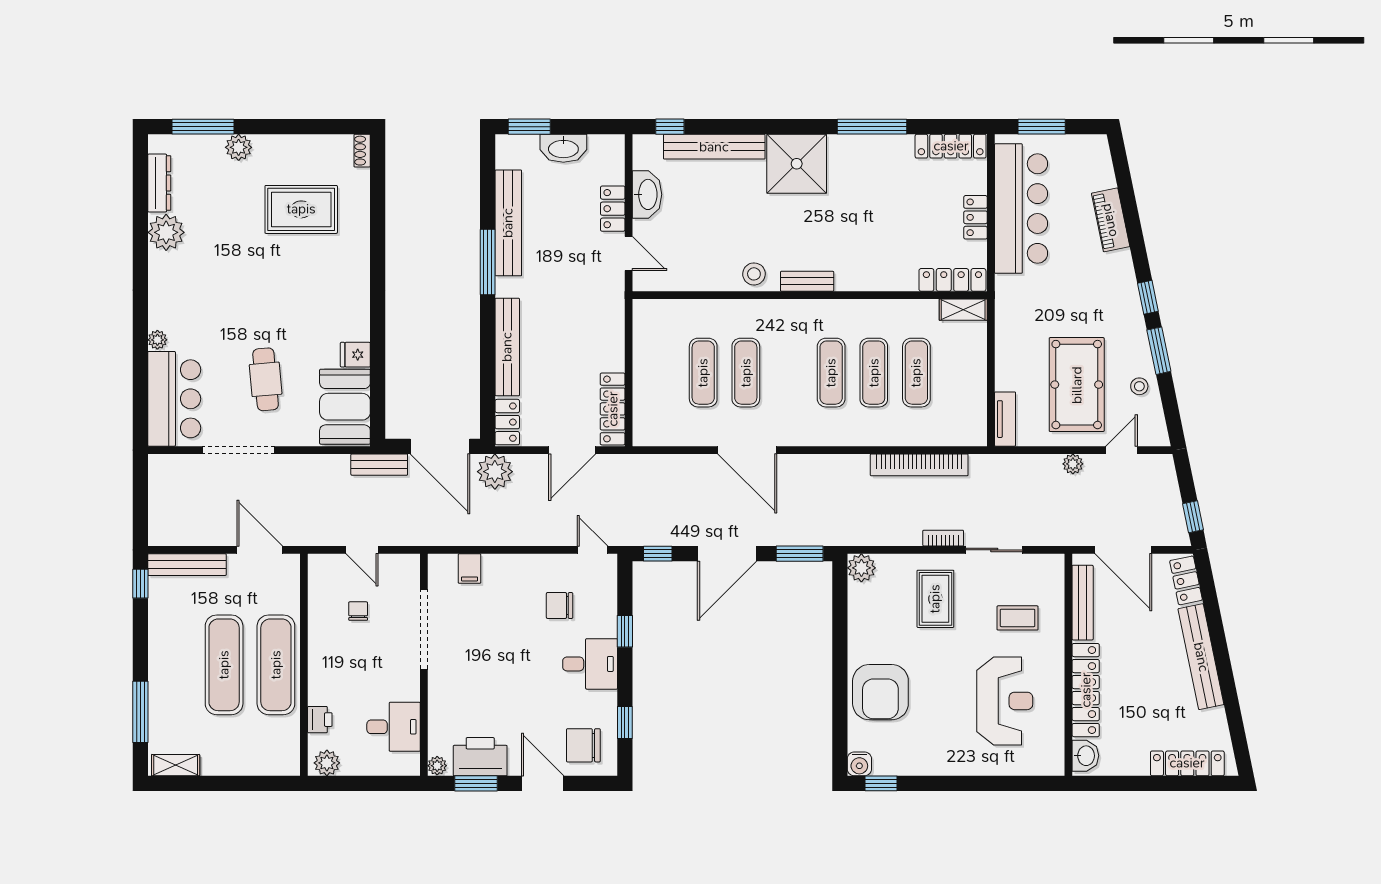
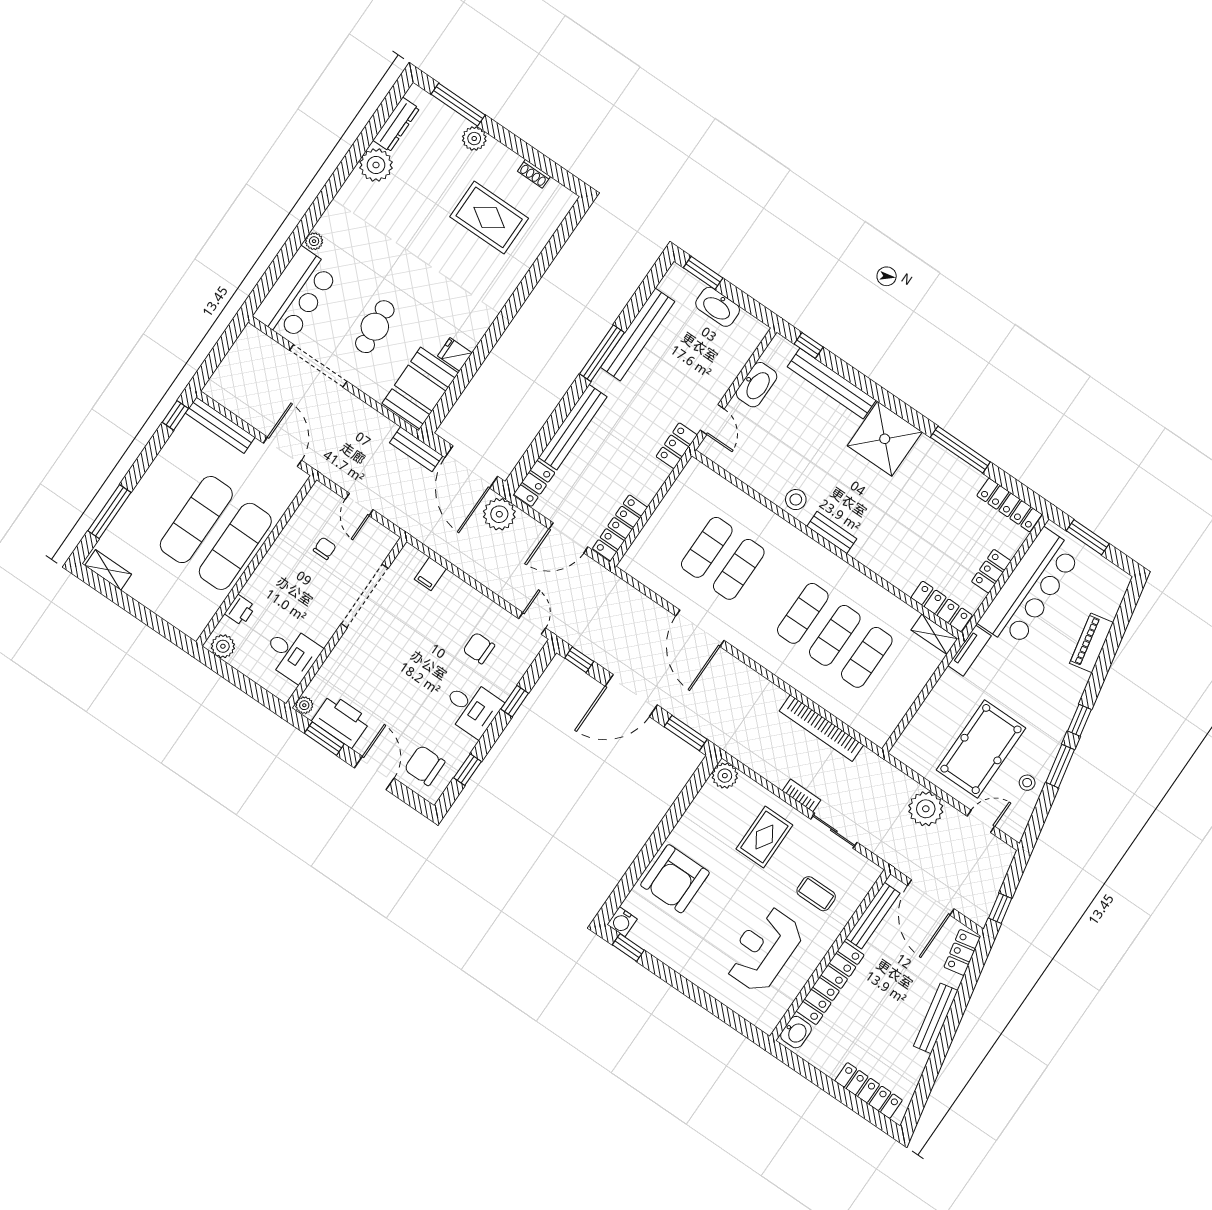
shoe rack: (362, 151) -> (534, 174), moved, turned -90
locker: (613, 209) -> (677, 446), moved
tv unit: (1005, 419) -> (969, 651), moved
plant: (1073, 464) -> (926, 809), width x1.88, depth x1.88
bench: (1201, 657) -> (936, 1018), width x0.73, depth x0.82
reception desk: (1005, 701) -> (764, 949), turned 180

